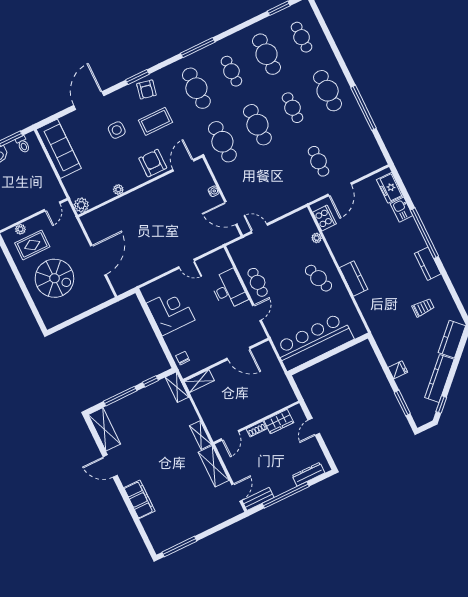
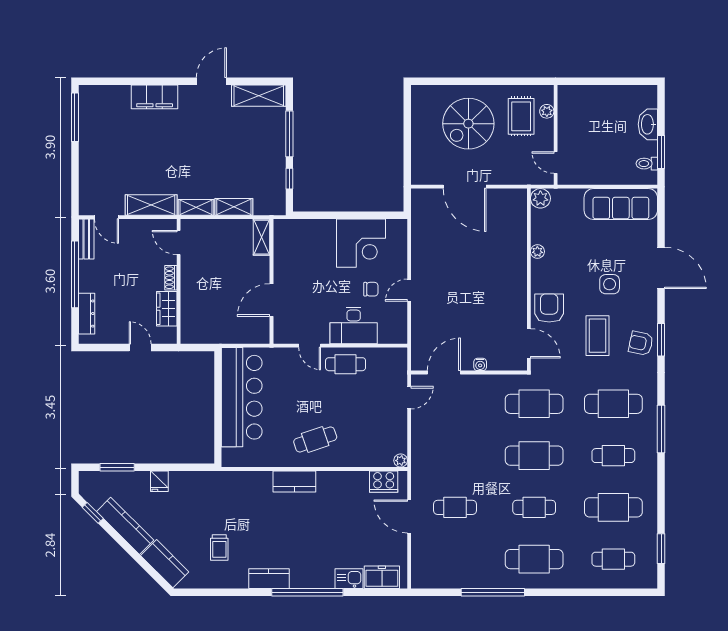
armchair: (153, 163) -> (549, 308), turned -90
plant: (317, 238) -> (401, 461), moved
chair: (183, 358) -> (371, 289), moved
shelving: (177, 387) -> (234, 207), moved

